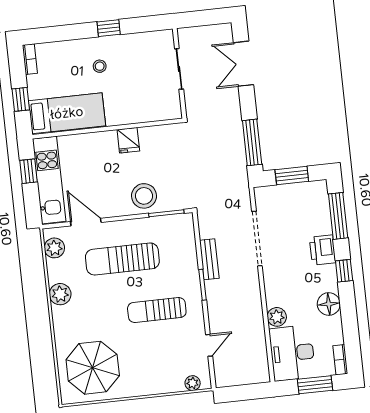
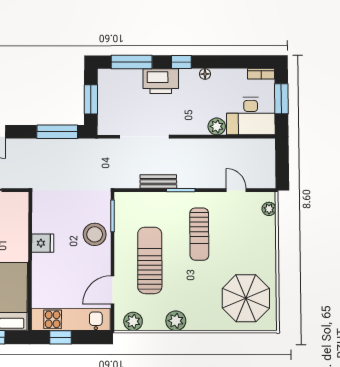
printer: (323, 250) -> (161, 81), width x1.37, depth x1.19
sun lounger: (122, 259) -> (150, 260), turned 180
floor lamp: (329, 304) -> (205, 74), width x0.53, depth x0.53

